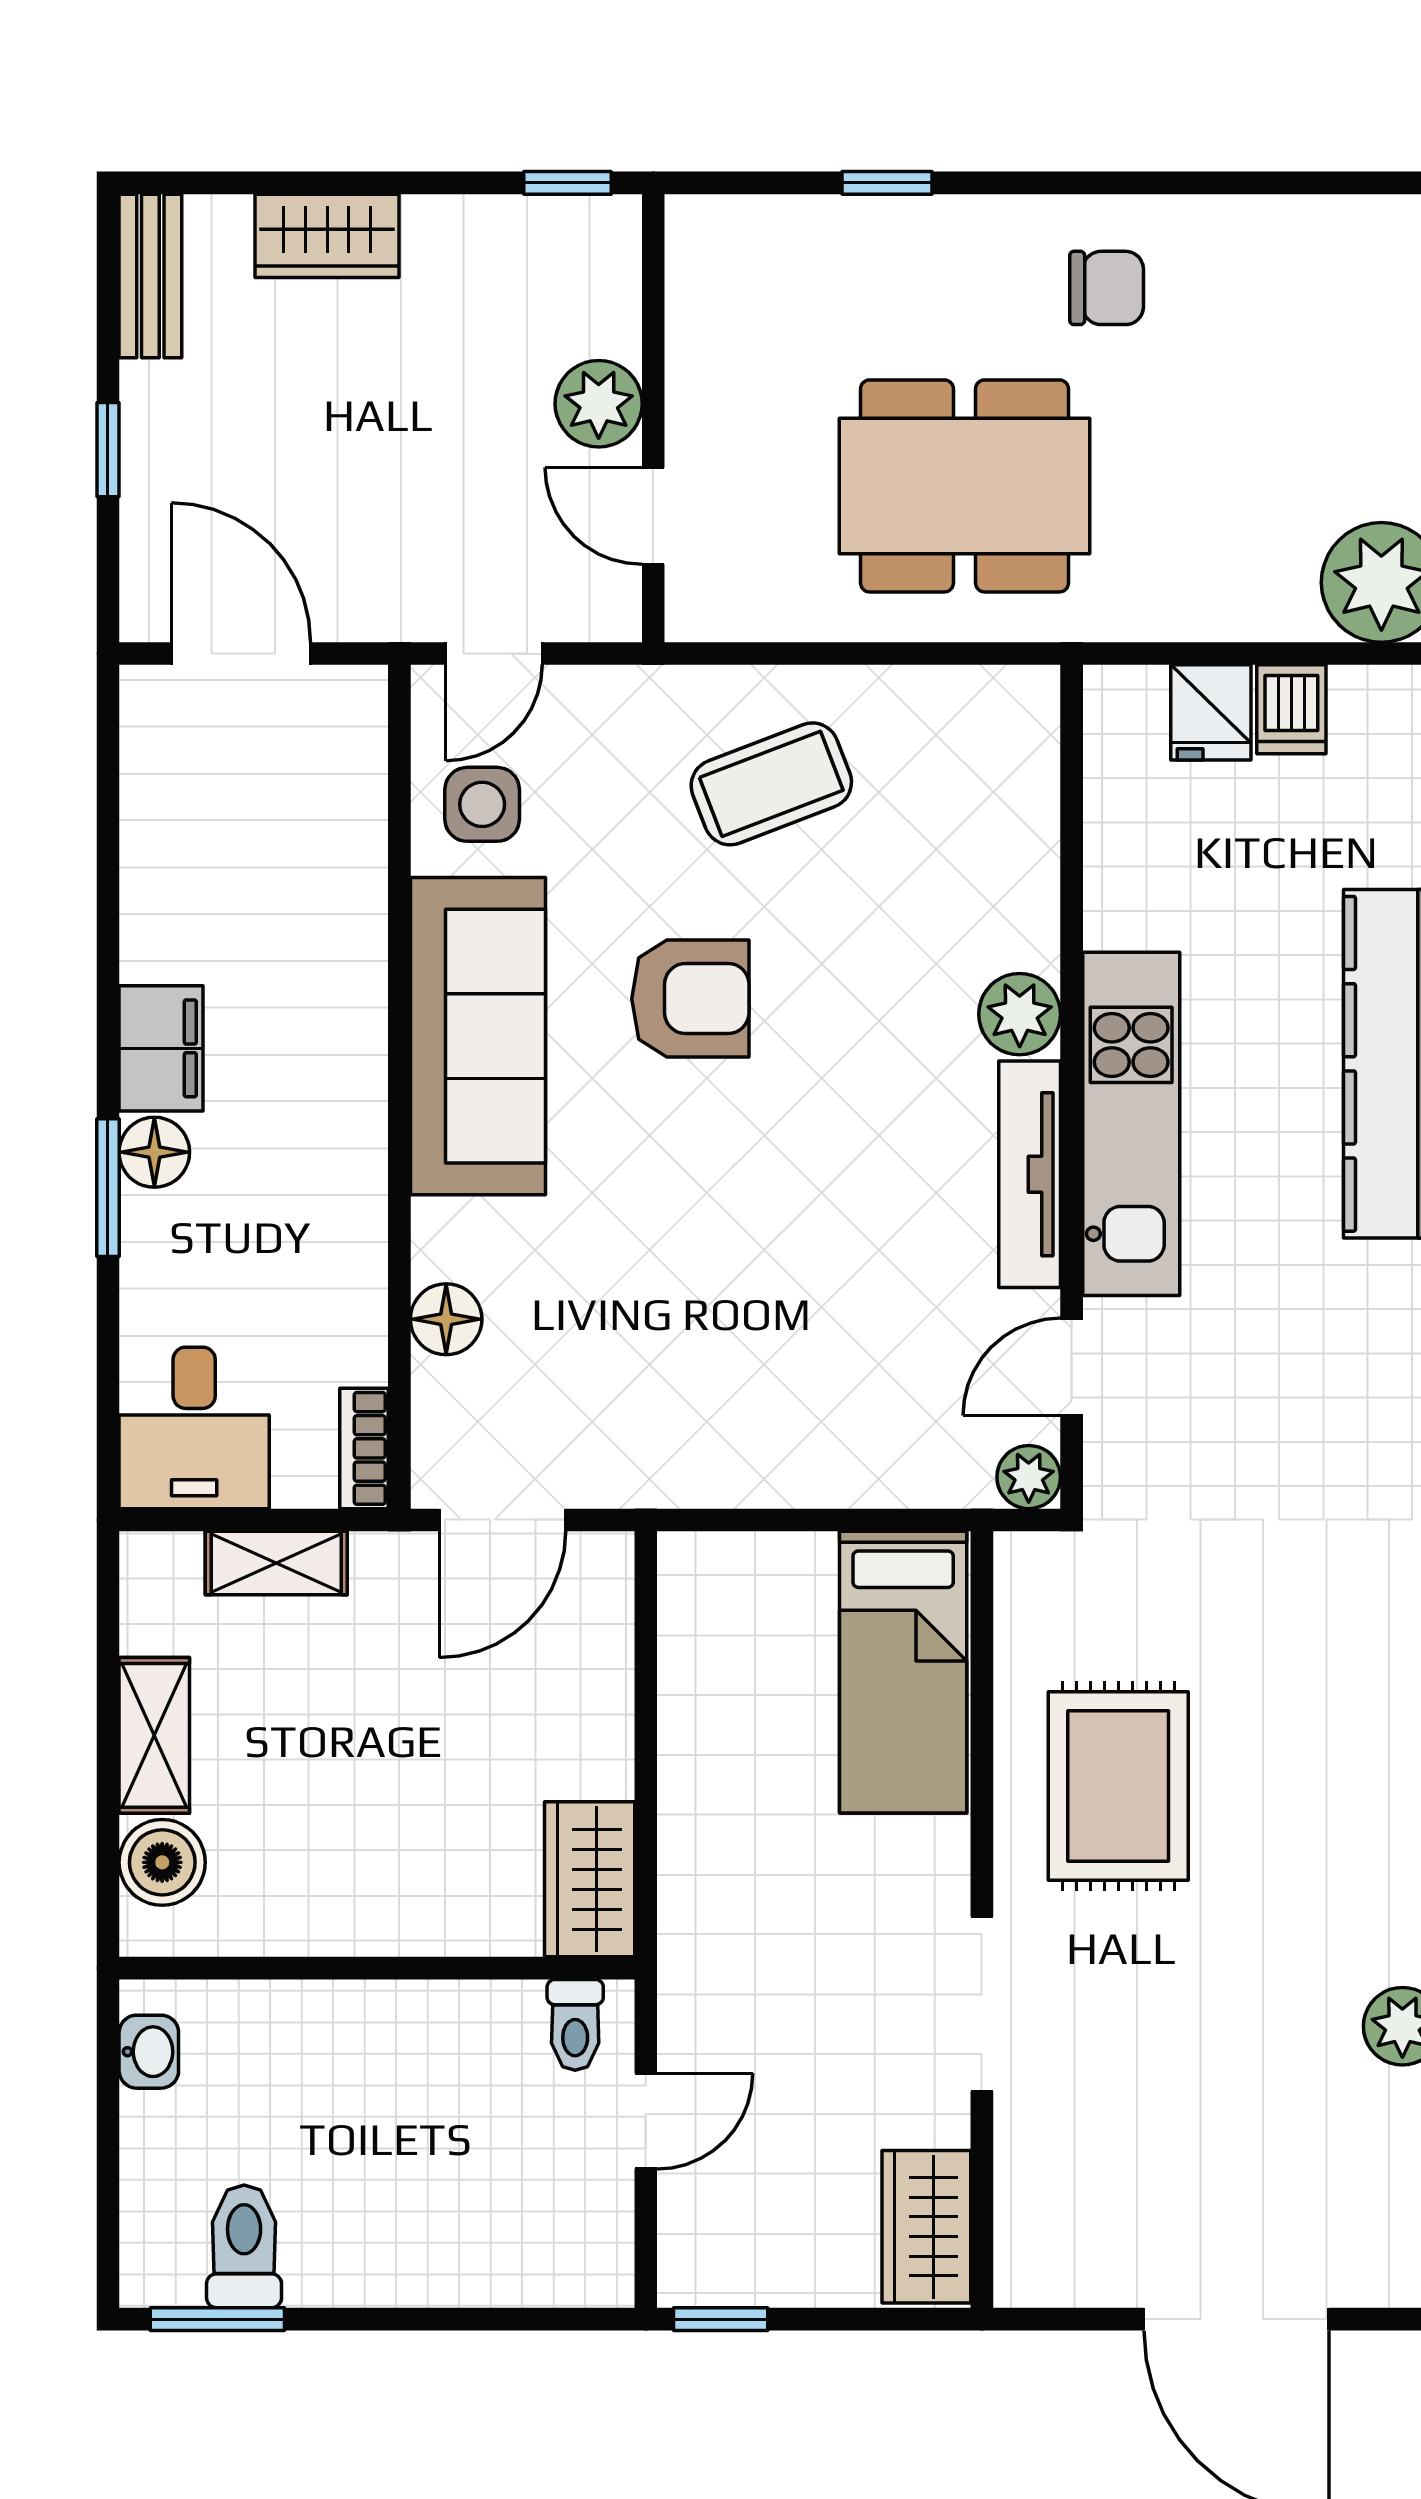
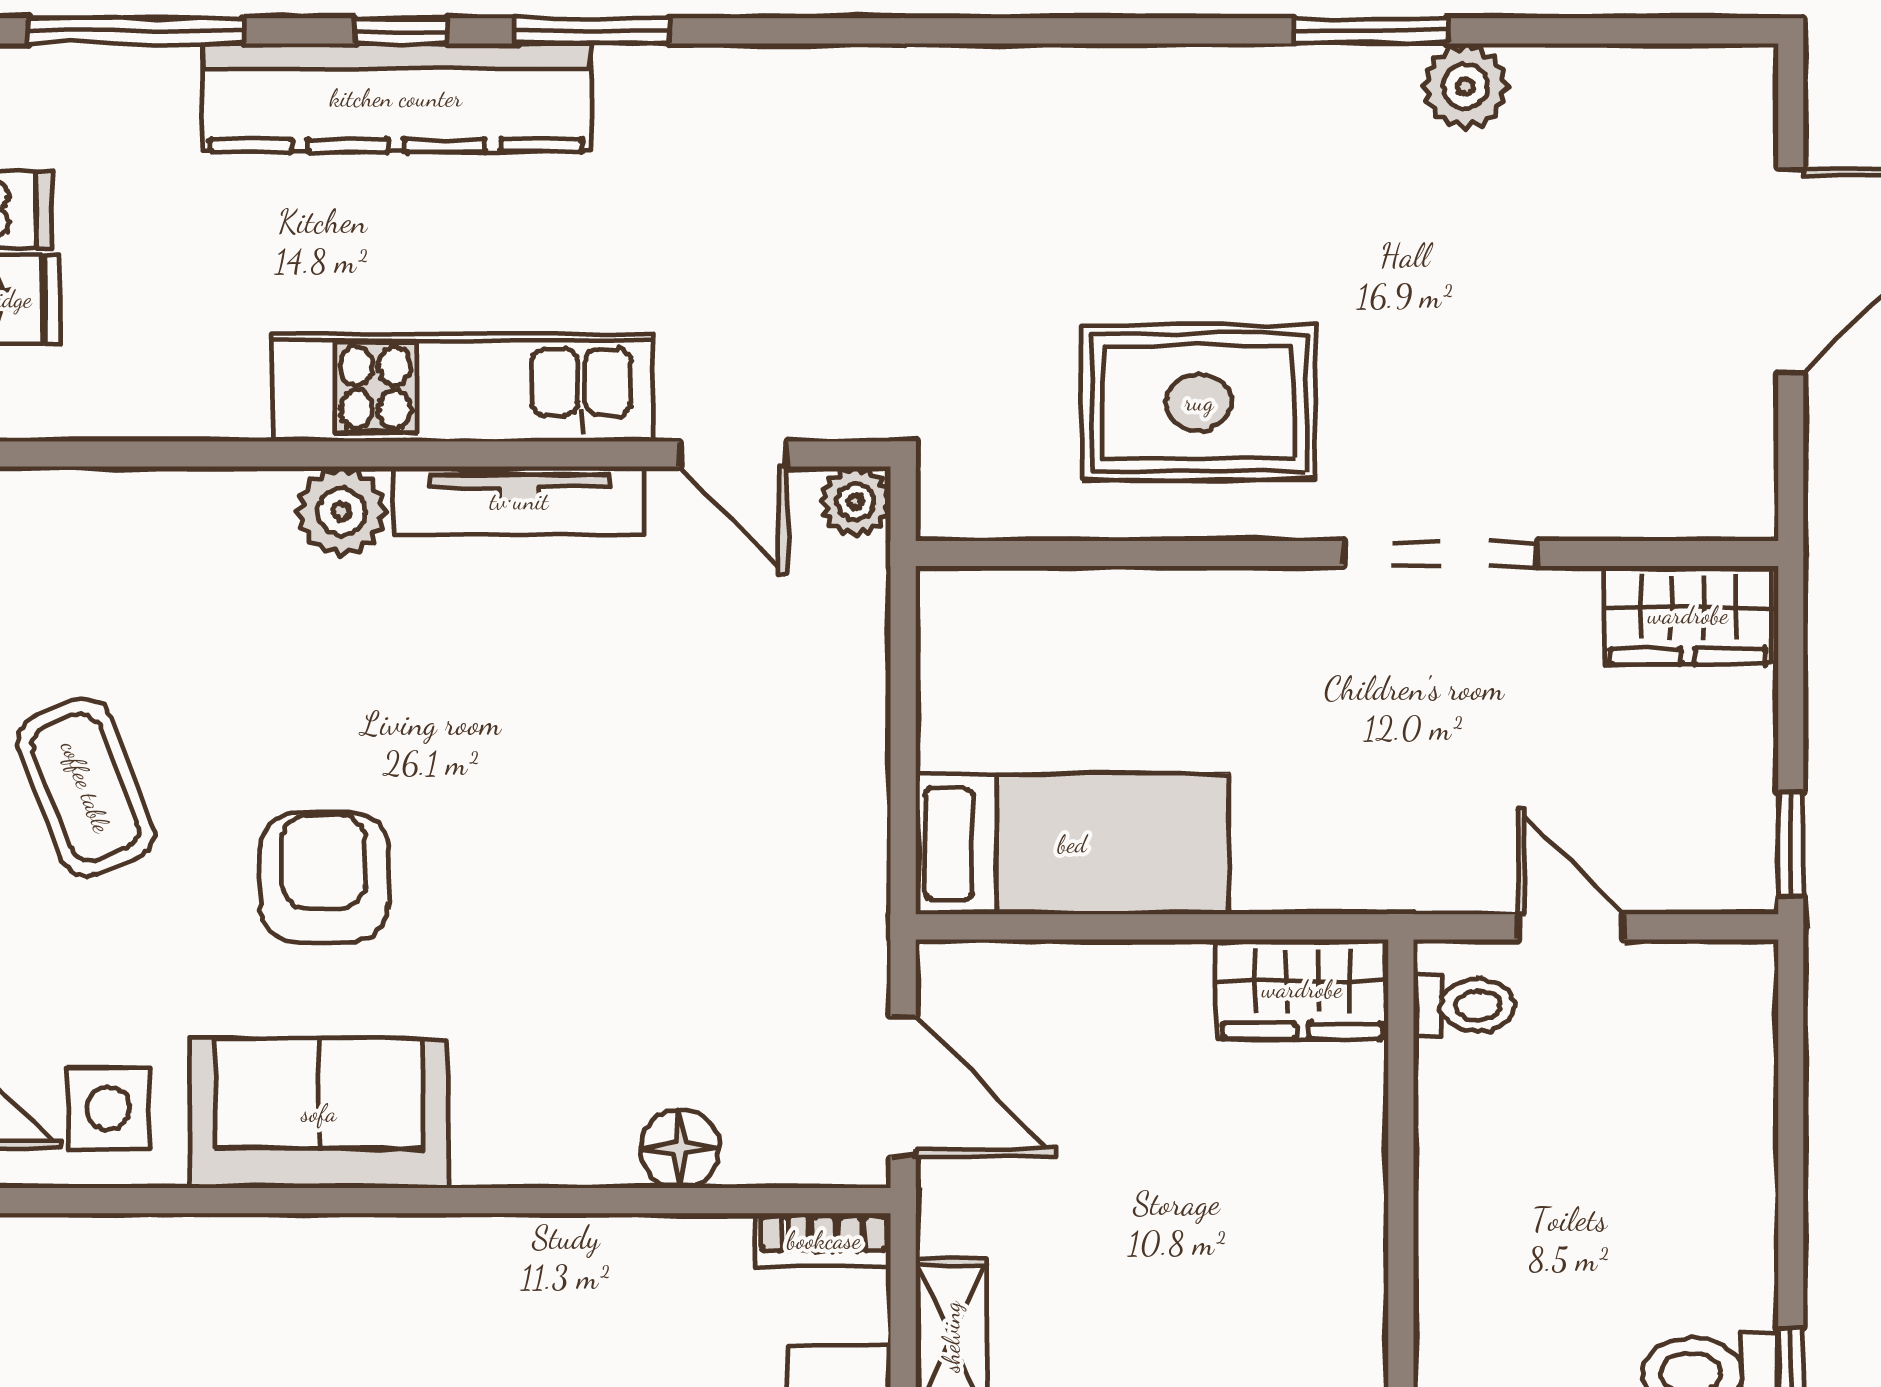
sofa: (478, 1036) -> (319, 1113), width x0.73
bed: (903, 1672) -> (1072, 844), moved

